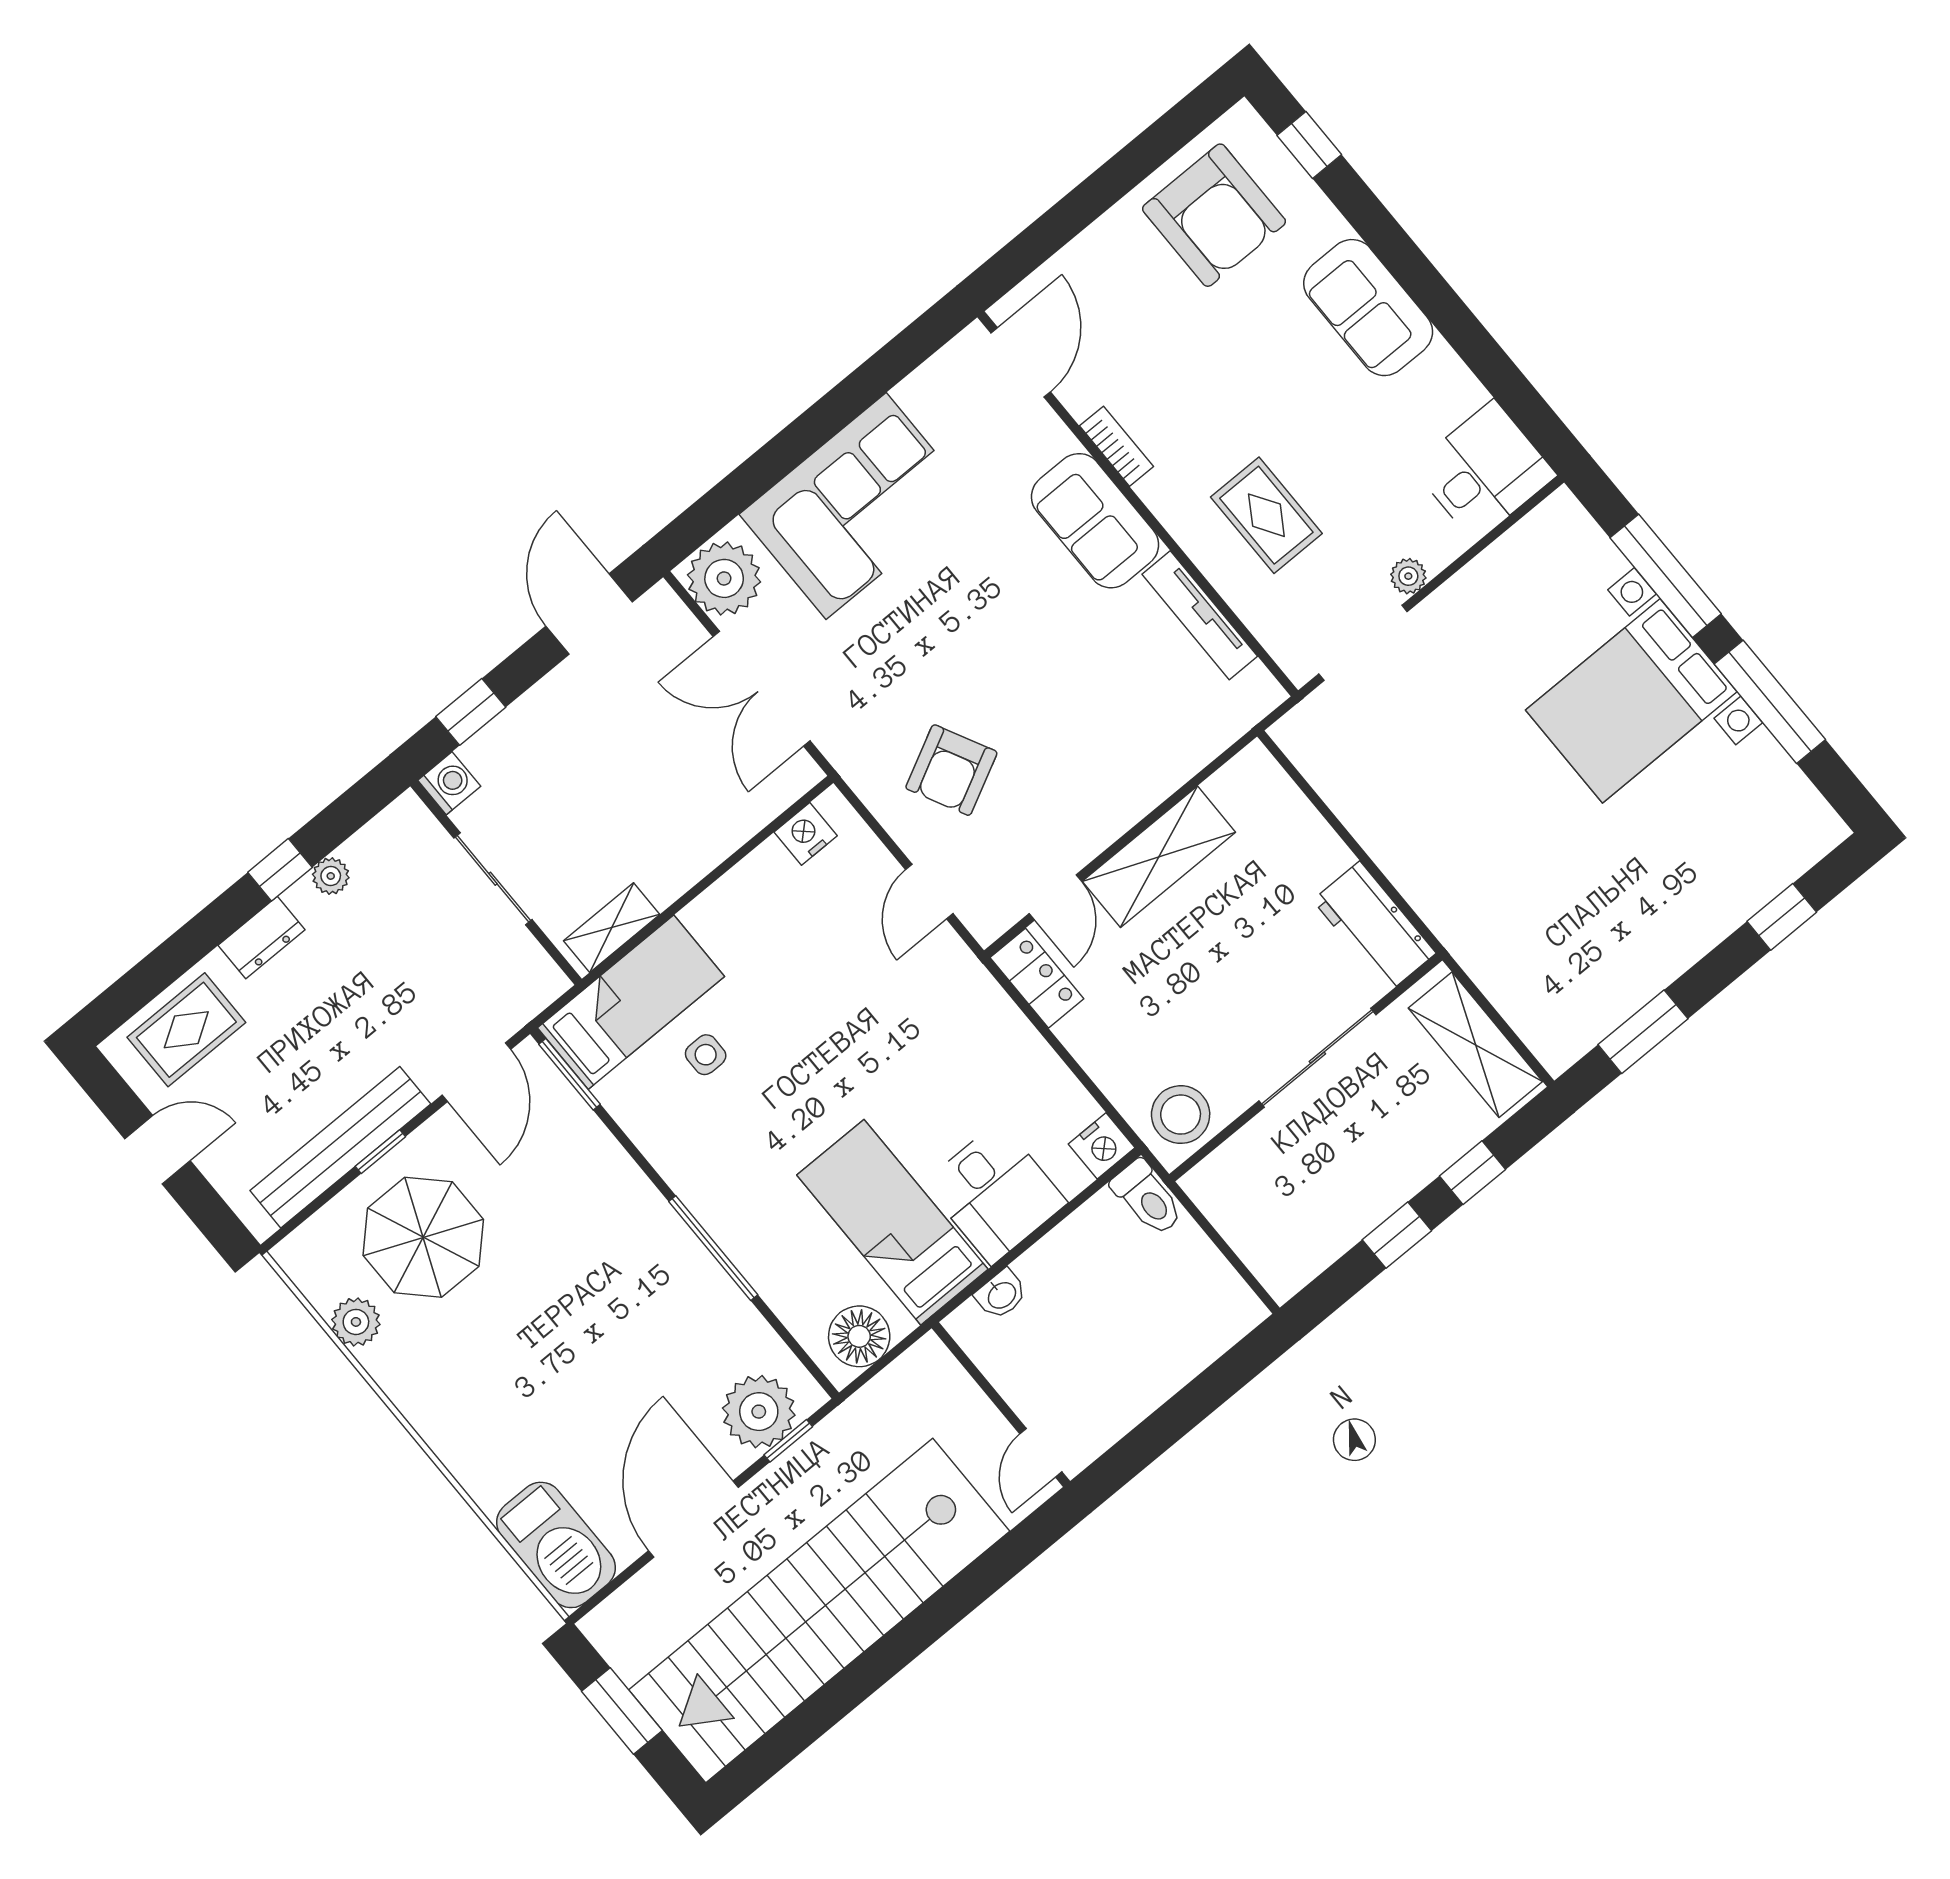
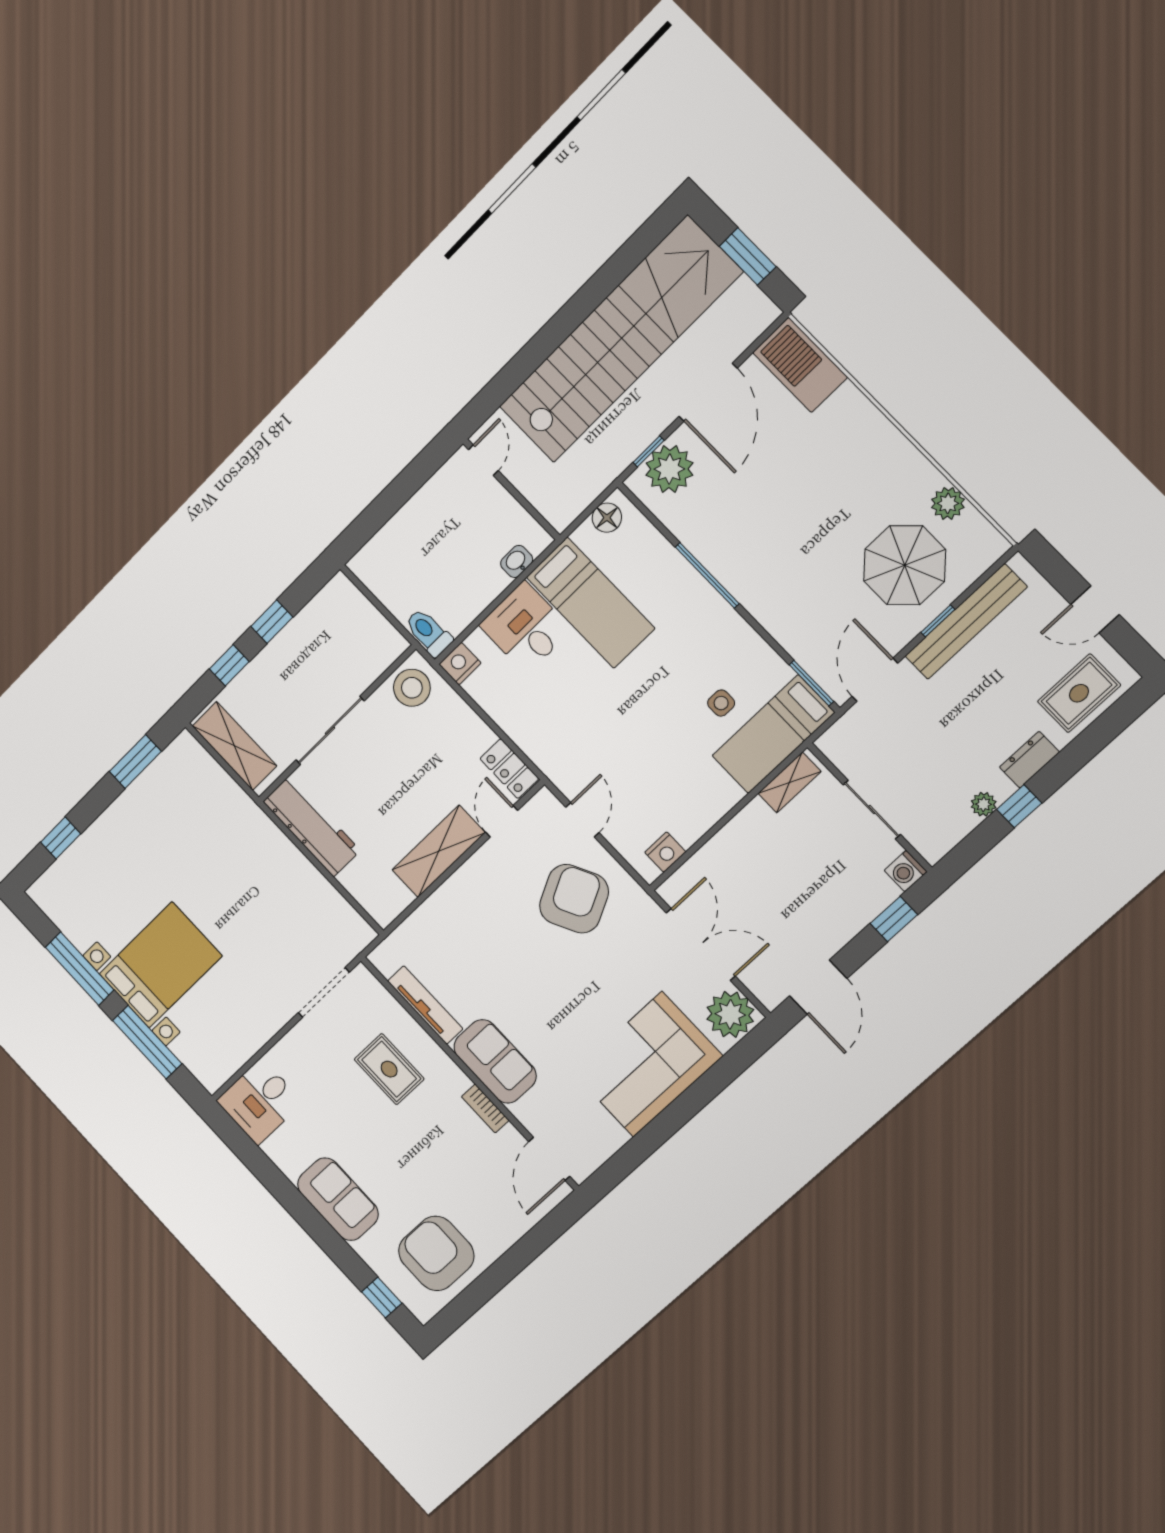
plant: (1408, 576) -> (300, 1035), removed
armchair: (951, 770) -> (574, 899), width x1.36, depth x1.36
workbench: (1374, 927) -> (312, 826), width x1.38
floor lamp: (859, 1336) -> (607, 518), width x0.73, depth x0.73

